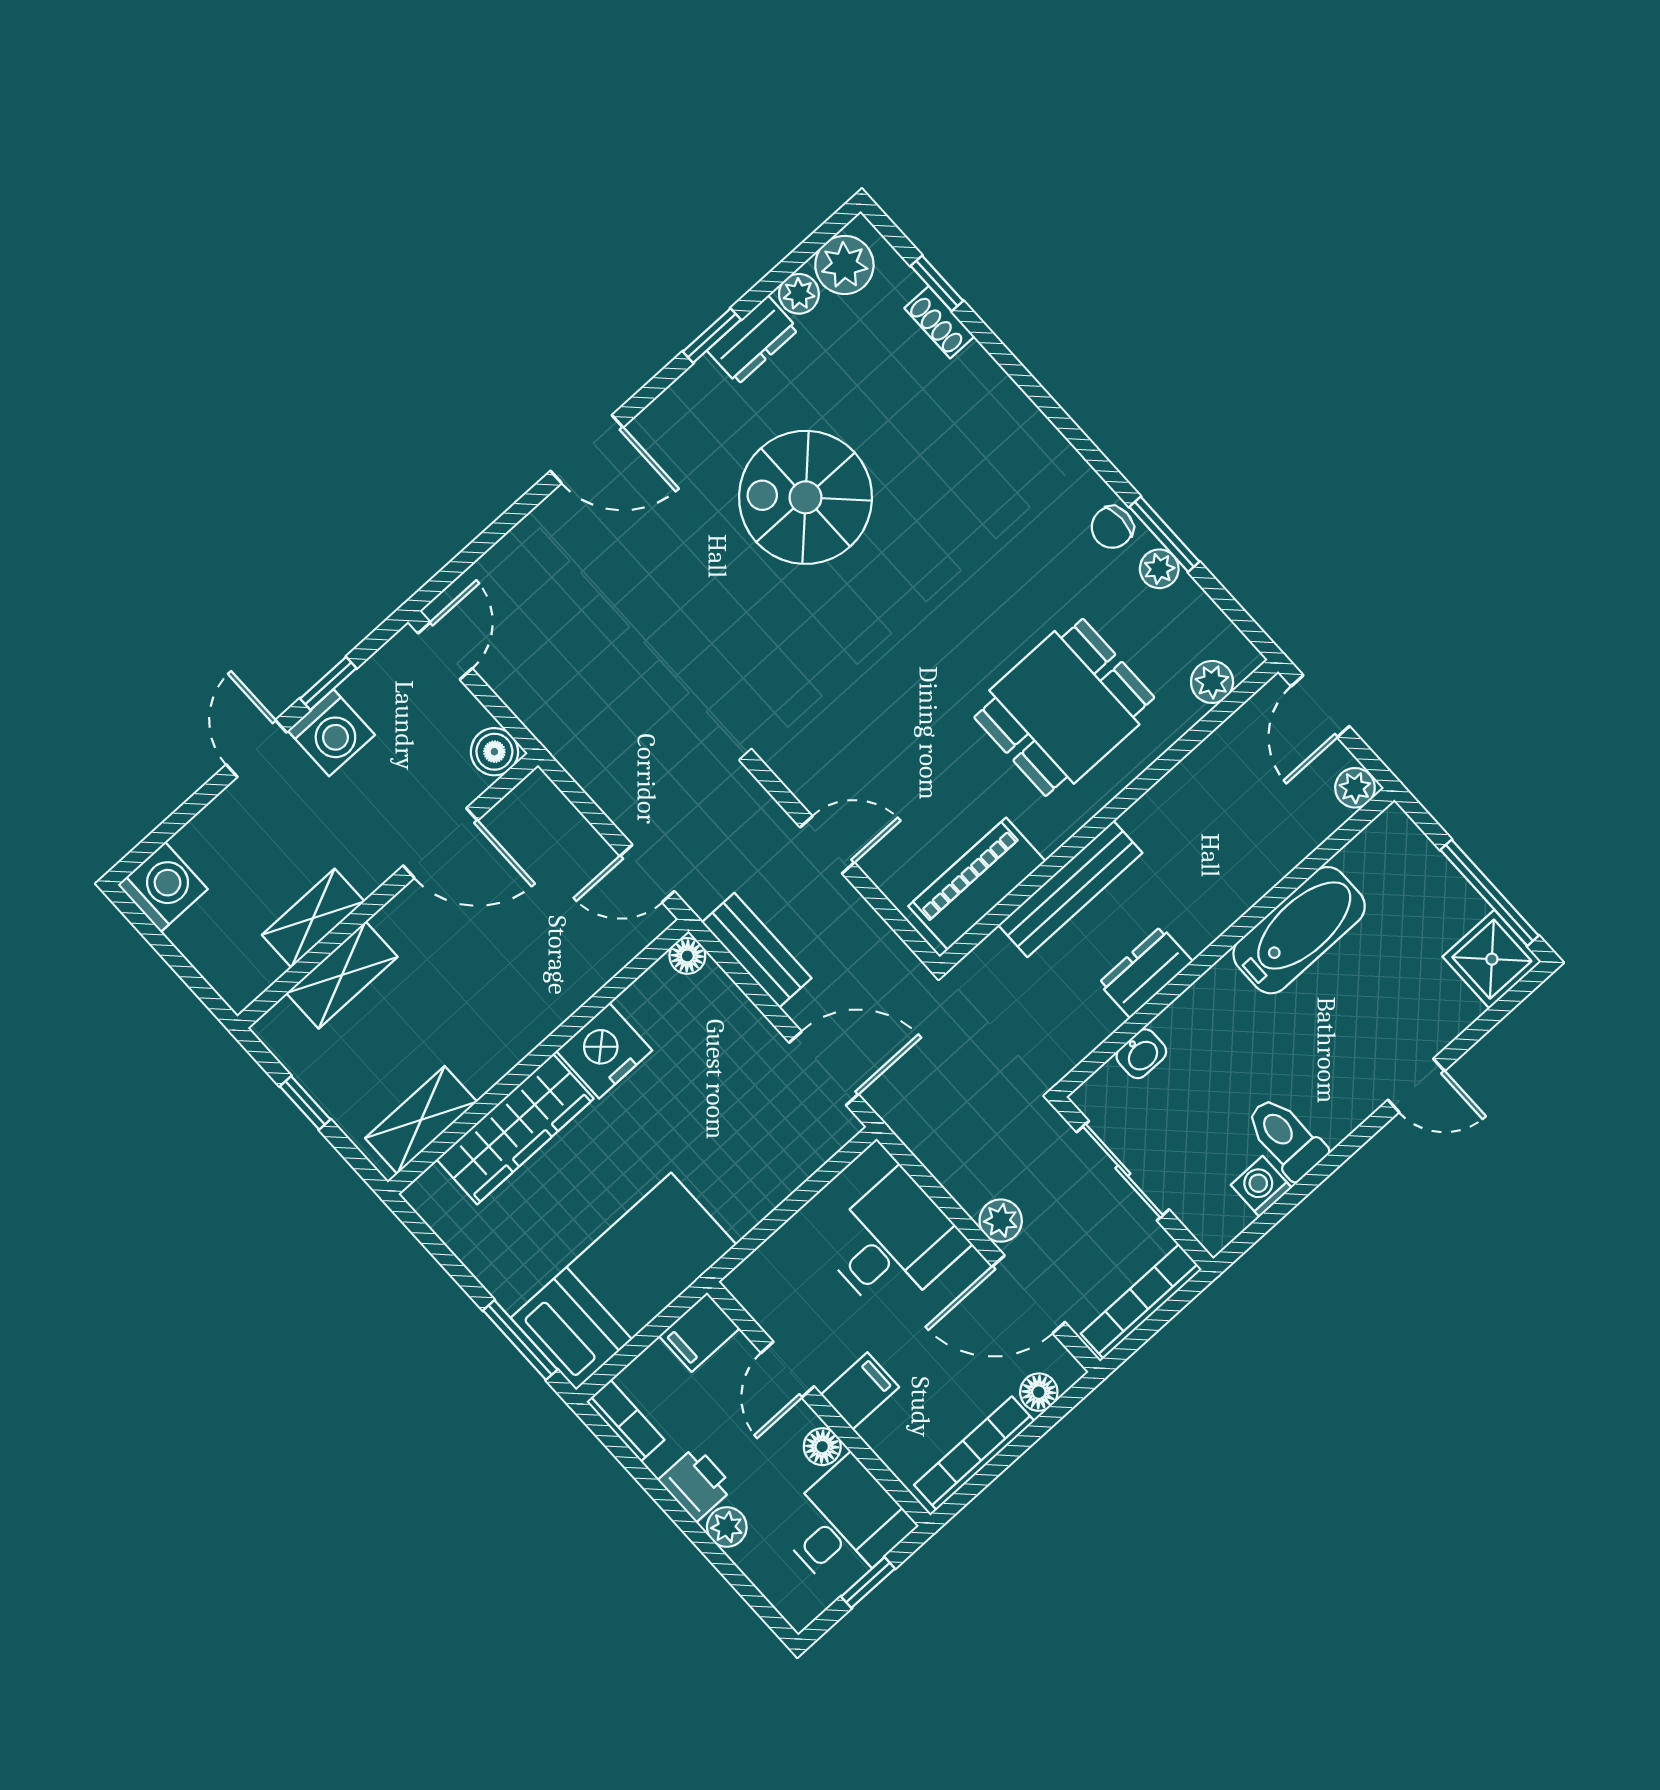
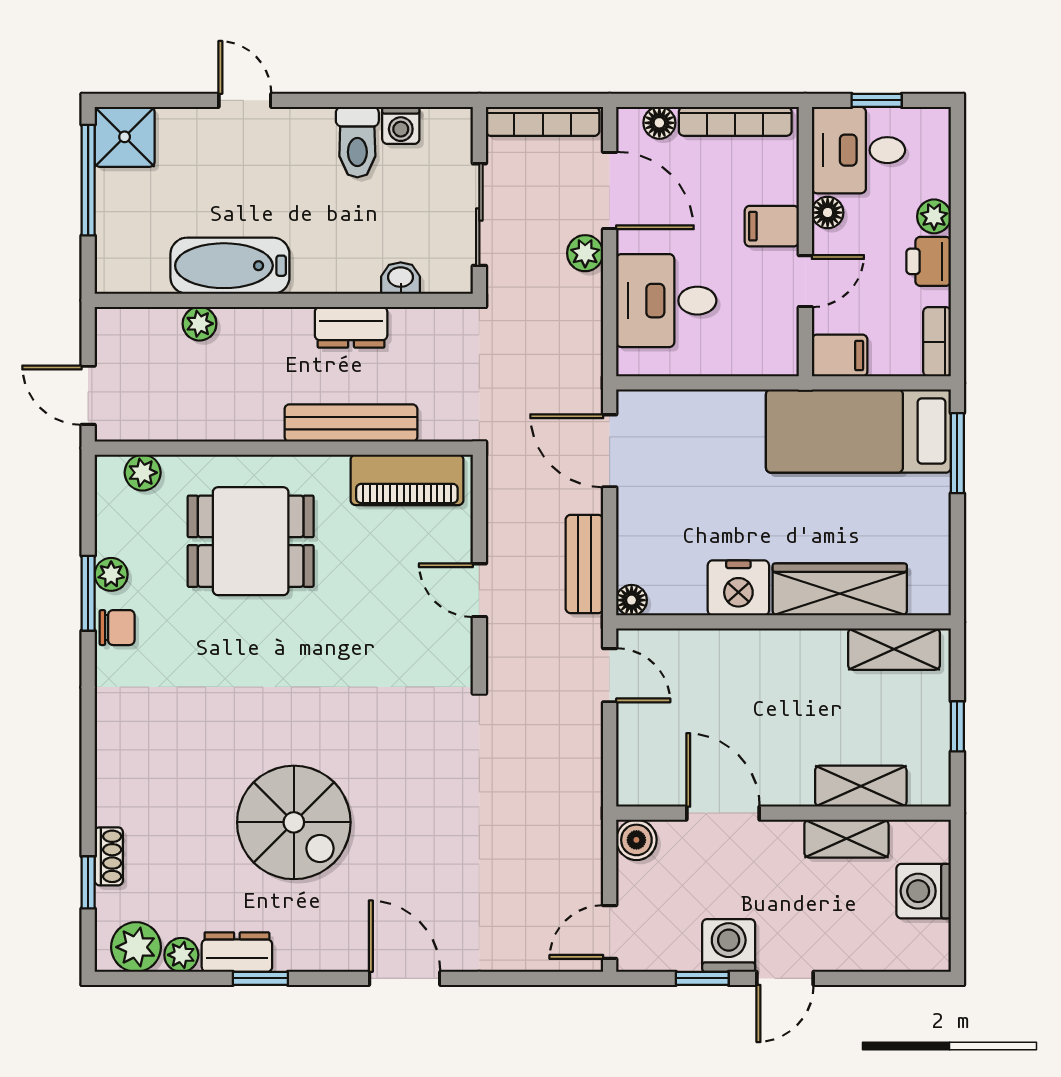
door: (1320, 706) -> (88, 395), swing flipped
plant: (1355, 788) -> (200, 324), moved
washing machine: (163, 887) -> (924, 891), moved

